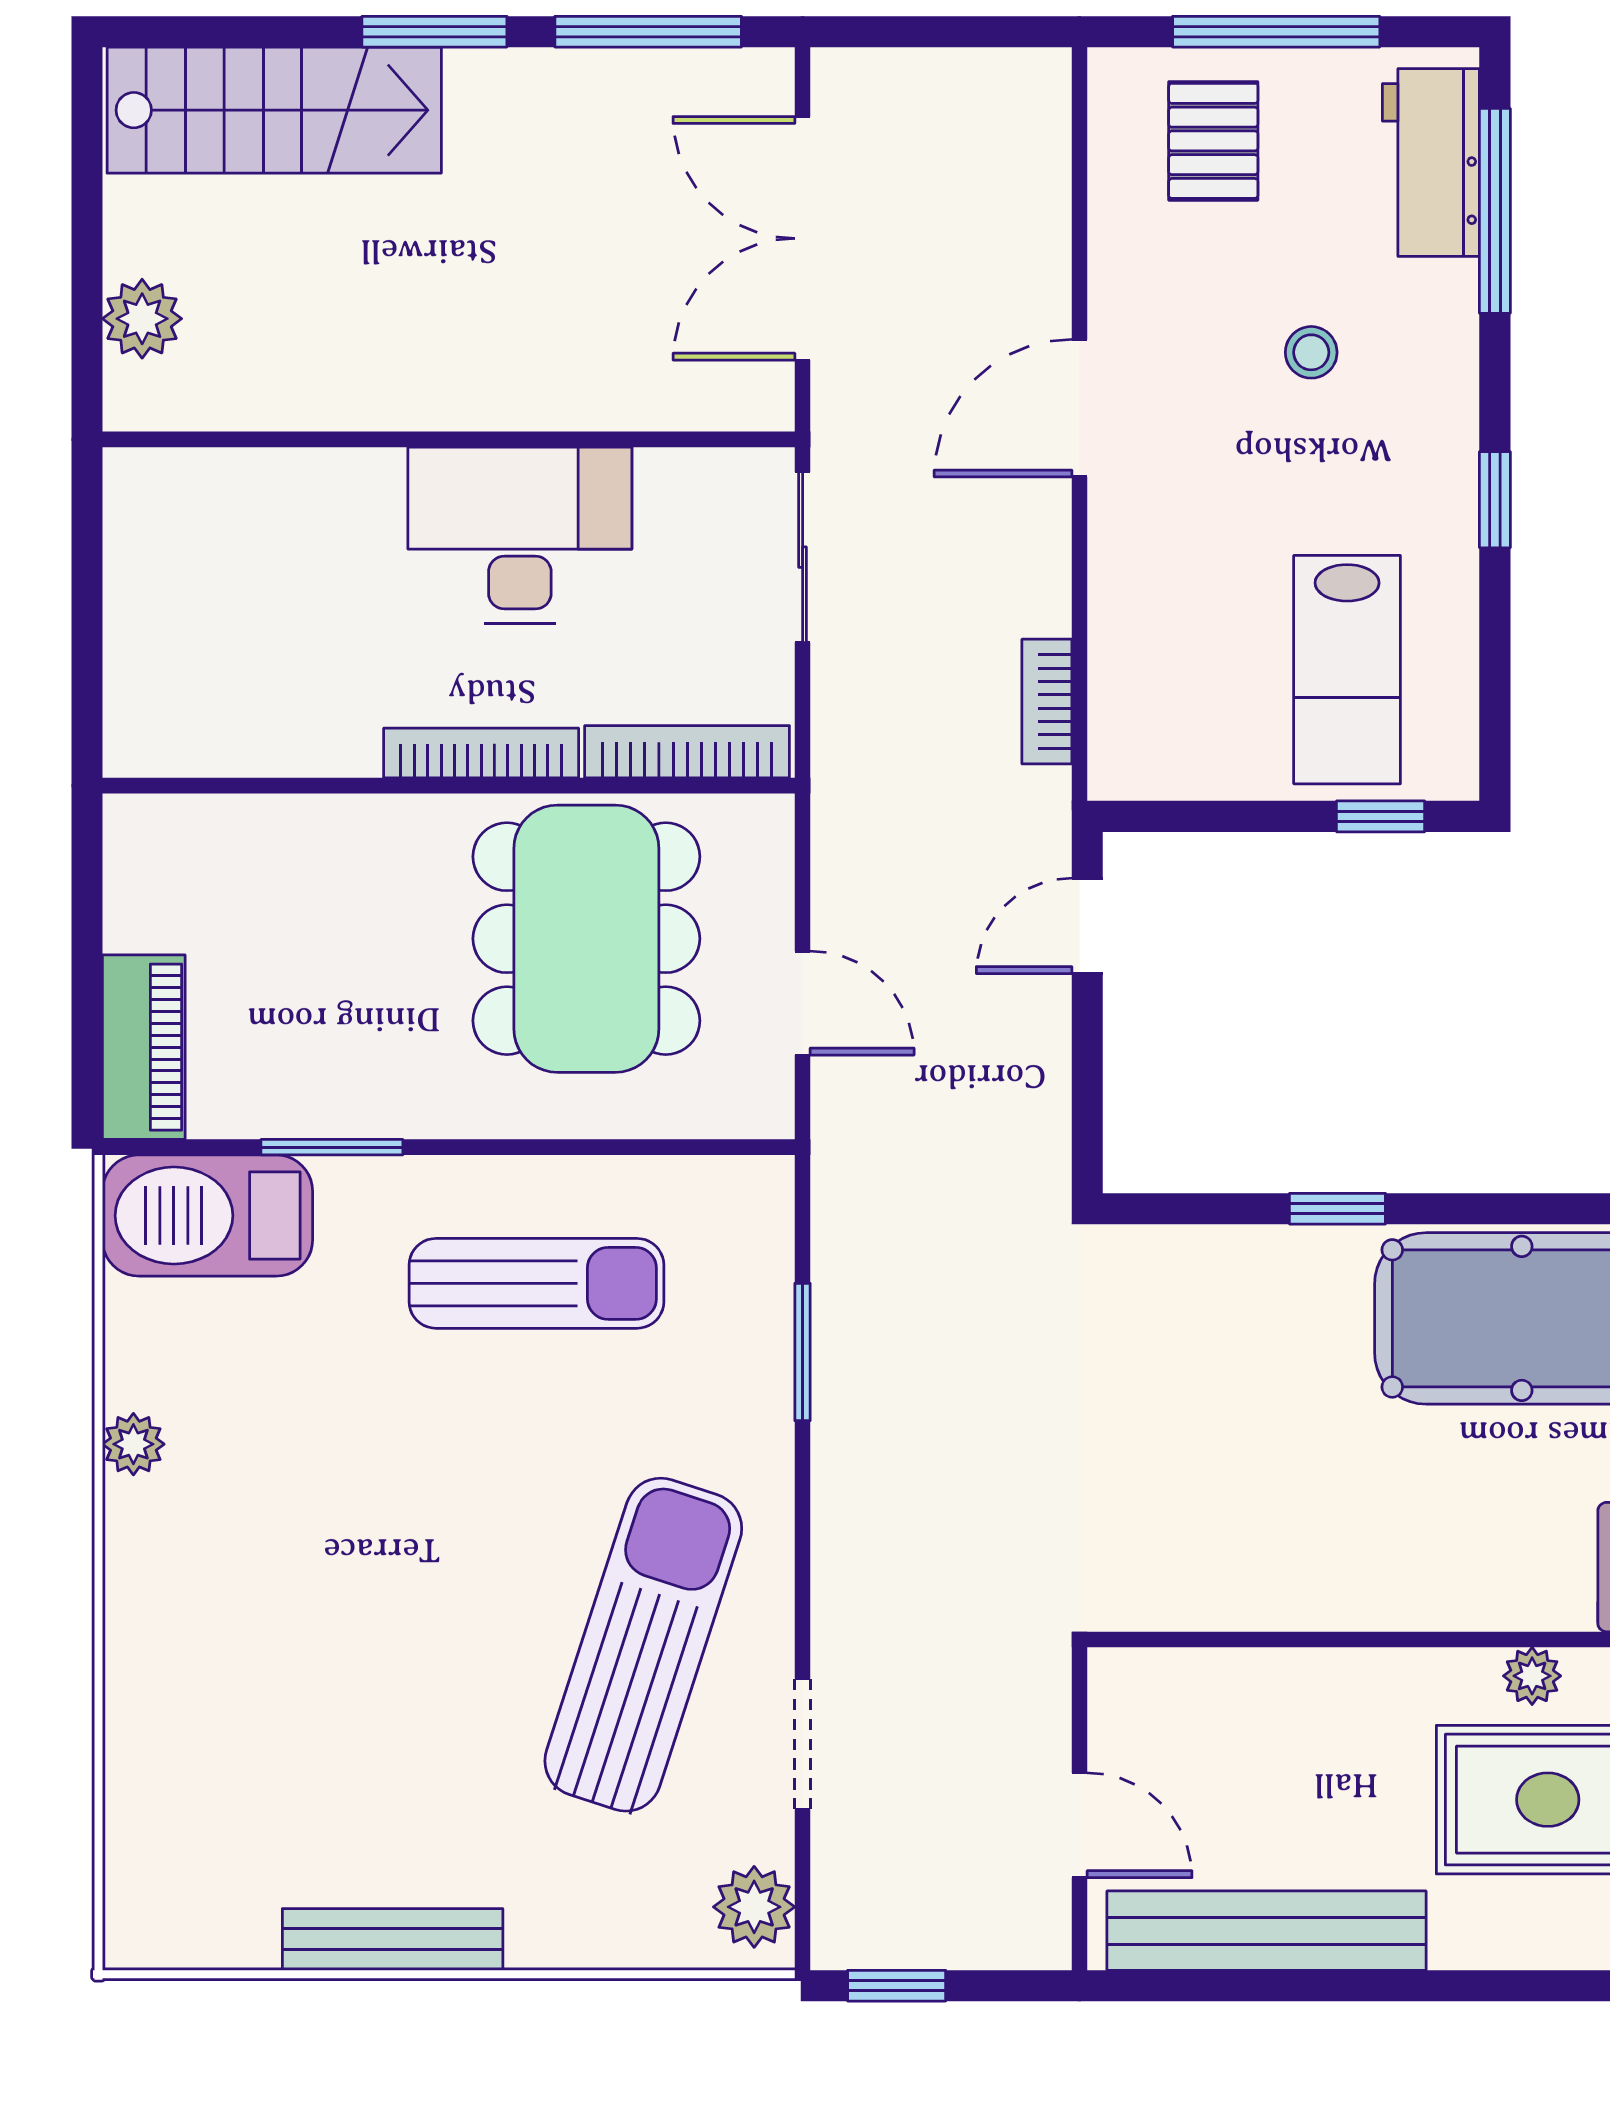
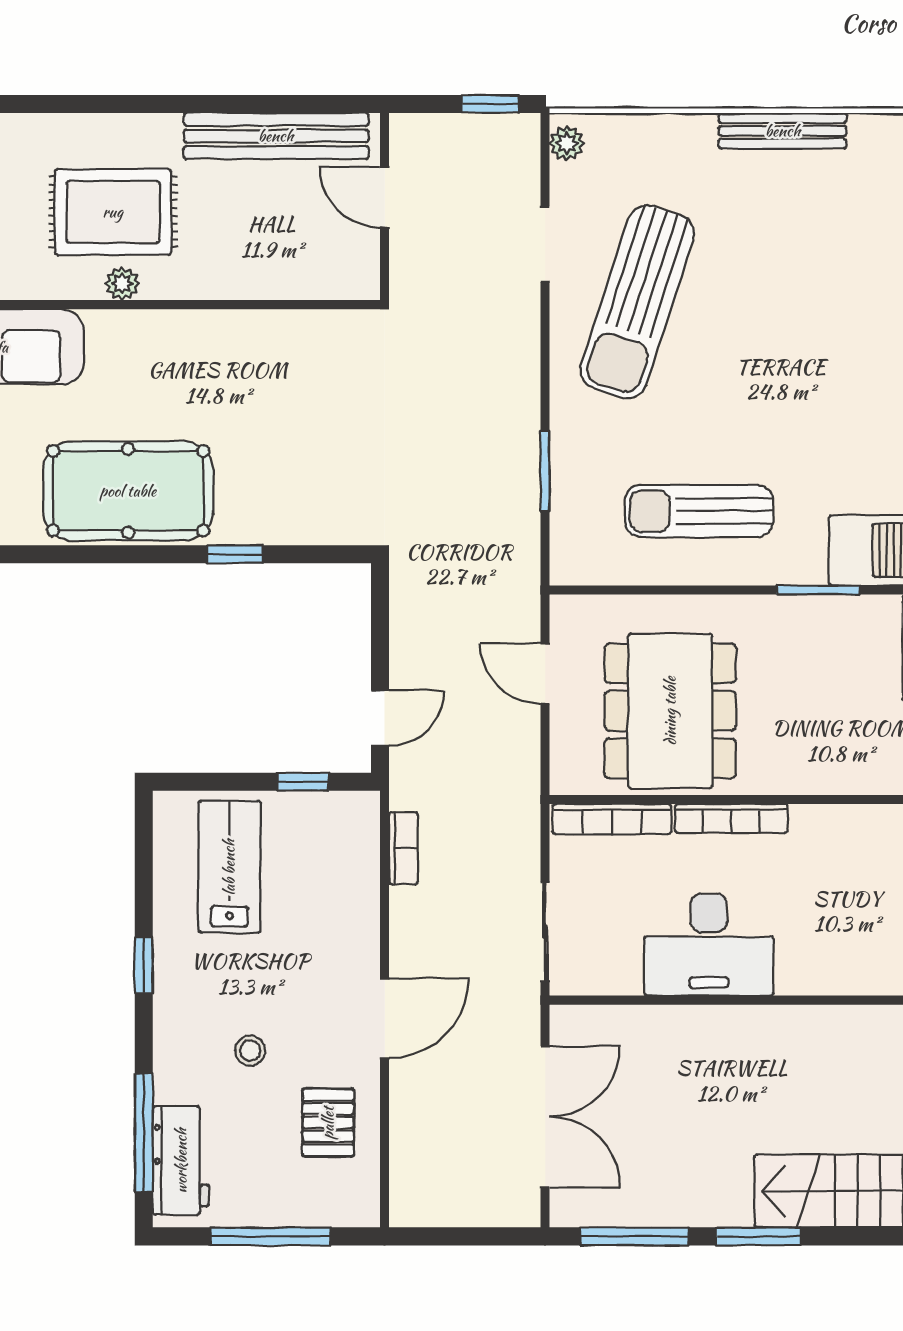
pallet: (1213, 141) -> (328, 1123), moved
window: (1381, 816) -> (303, 782), moved
plant: (754, 1907) -> (567, 143), width x0.73, depth x0.73

